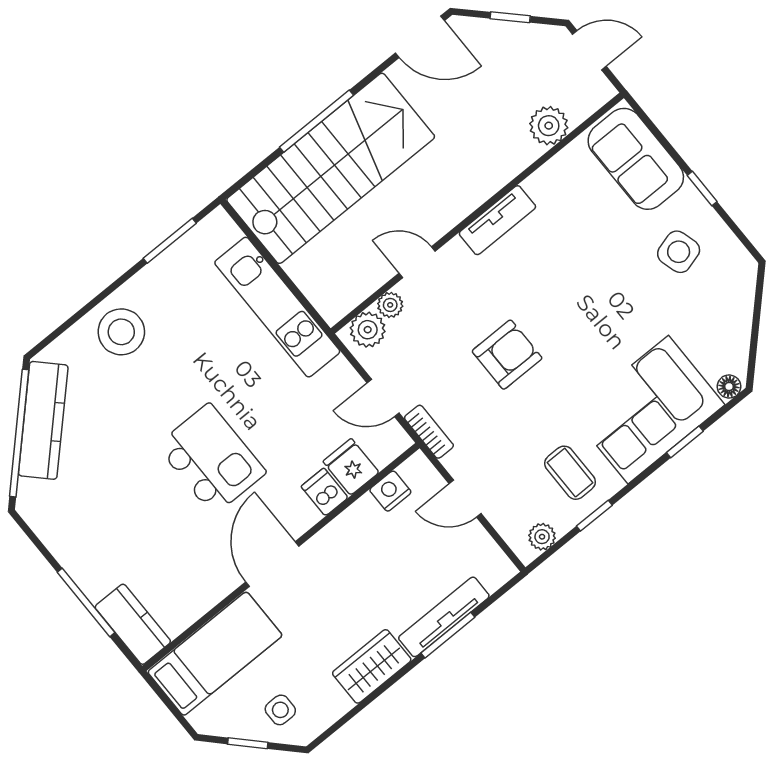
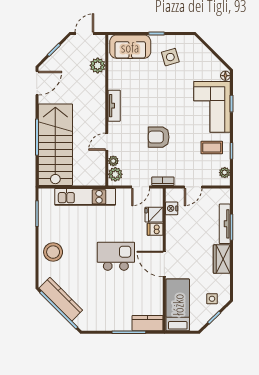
armchair: (507, 355) -> (159, 137), turned -90

